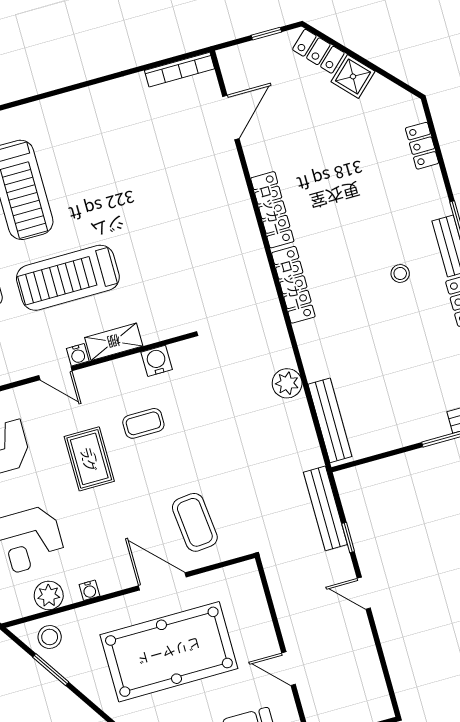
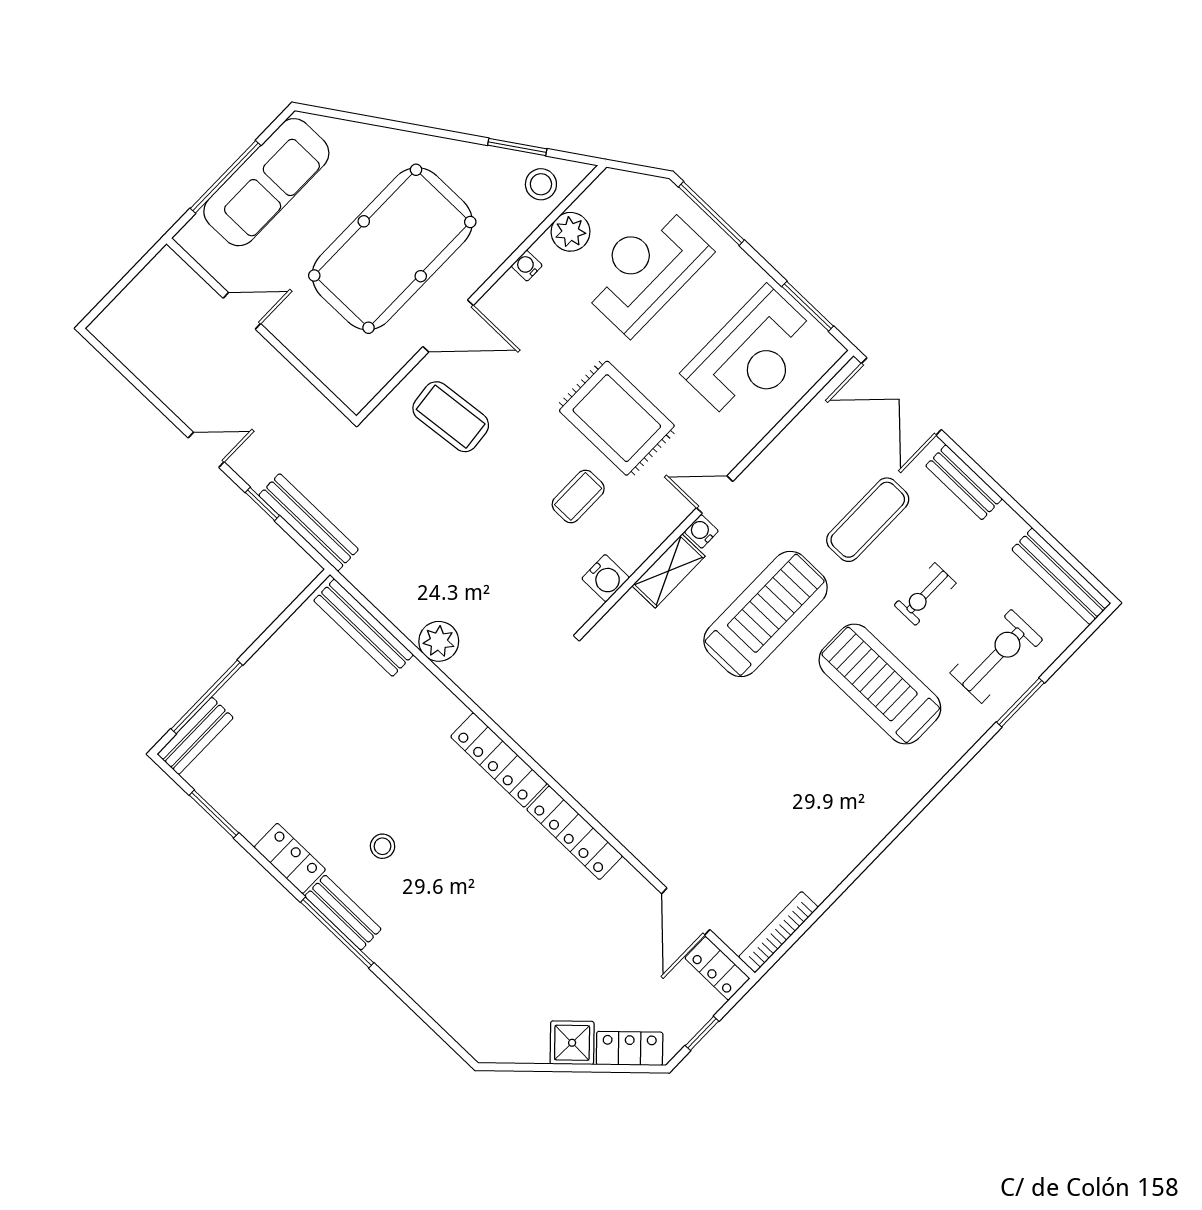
locker: (422, 146) -> (717, 968), moved, turned 180
rug: (89, 459) -> (617, 418), width x1.36, depth x1.43

